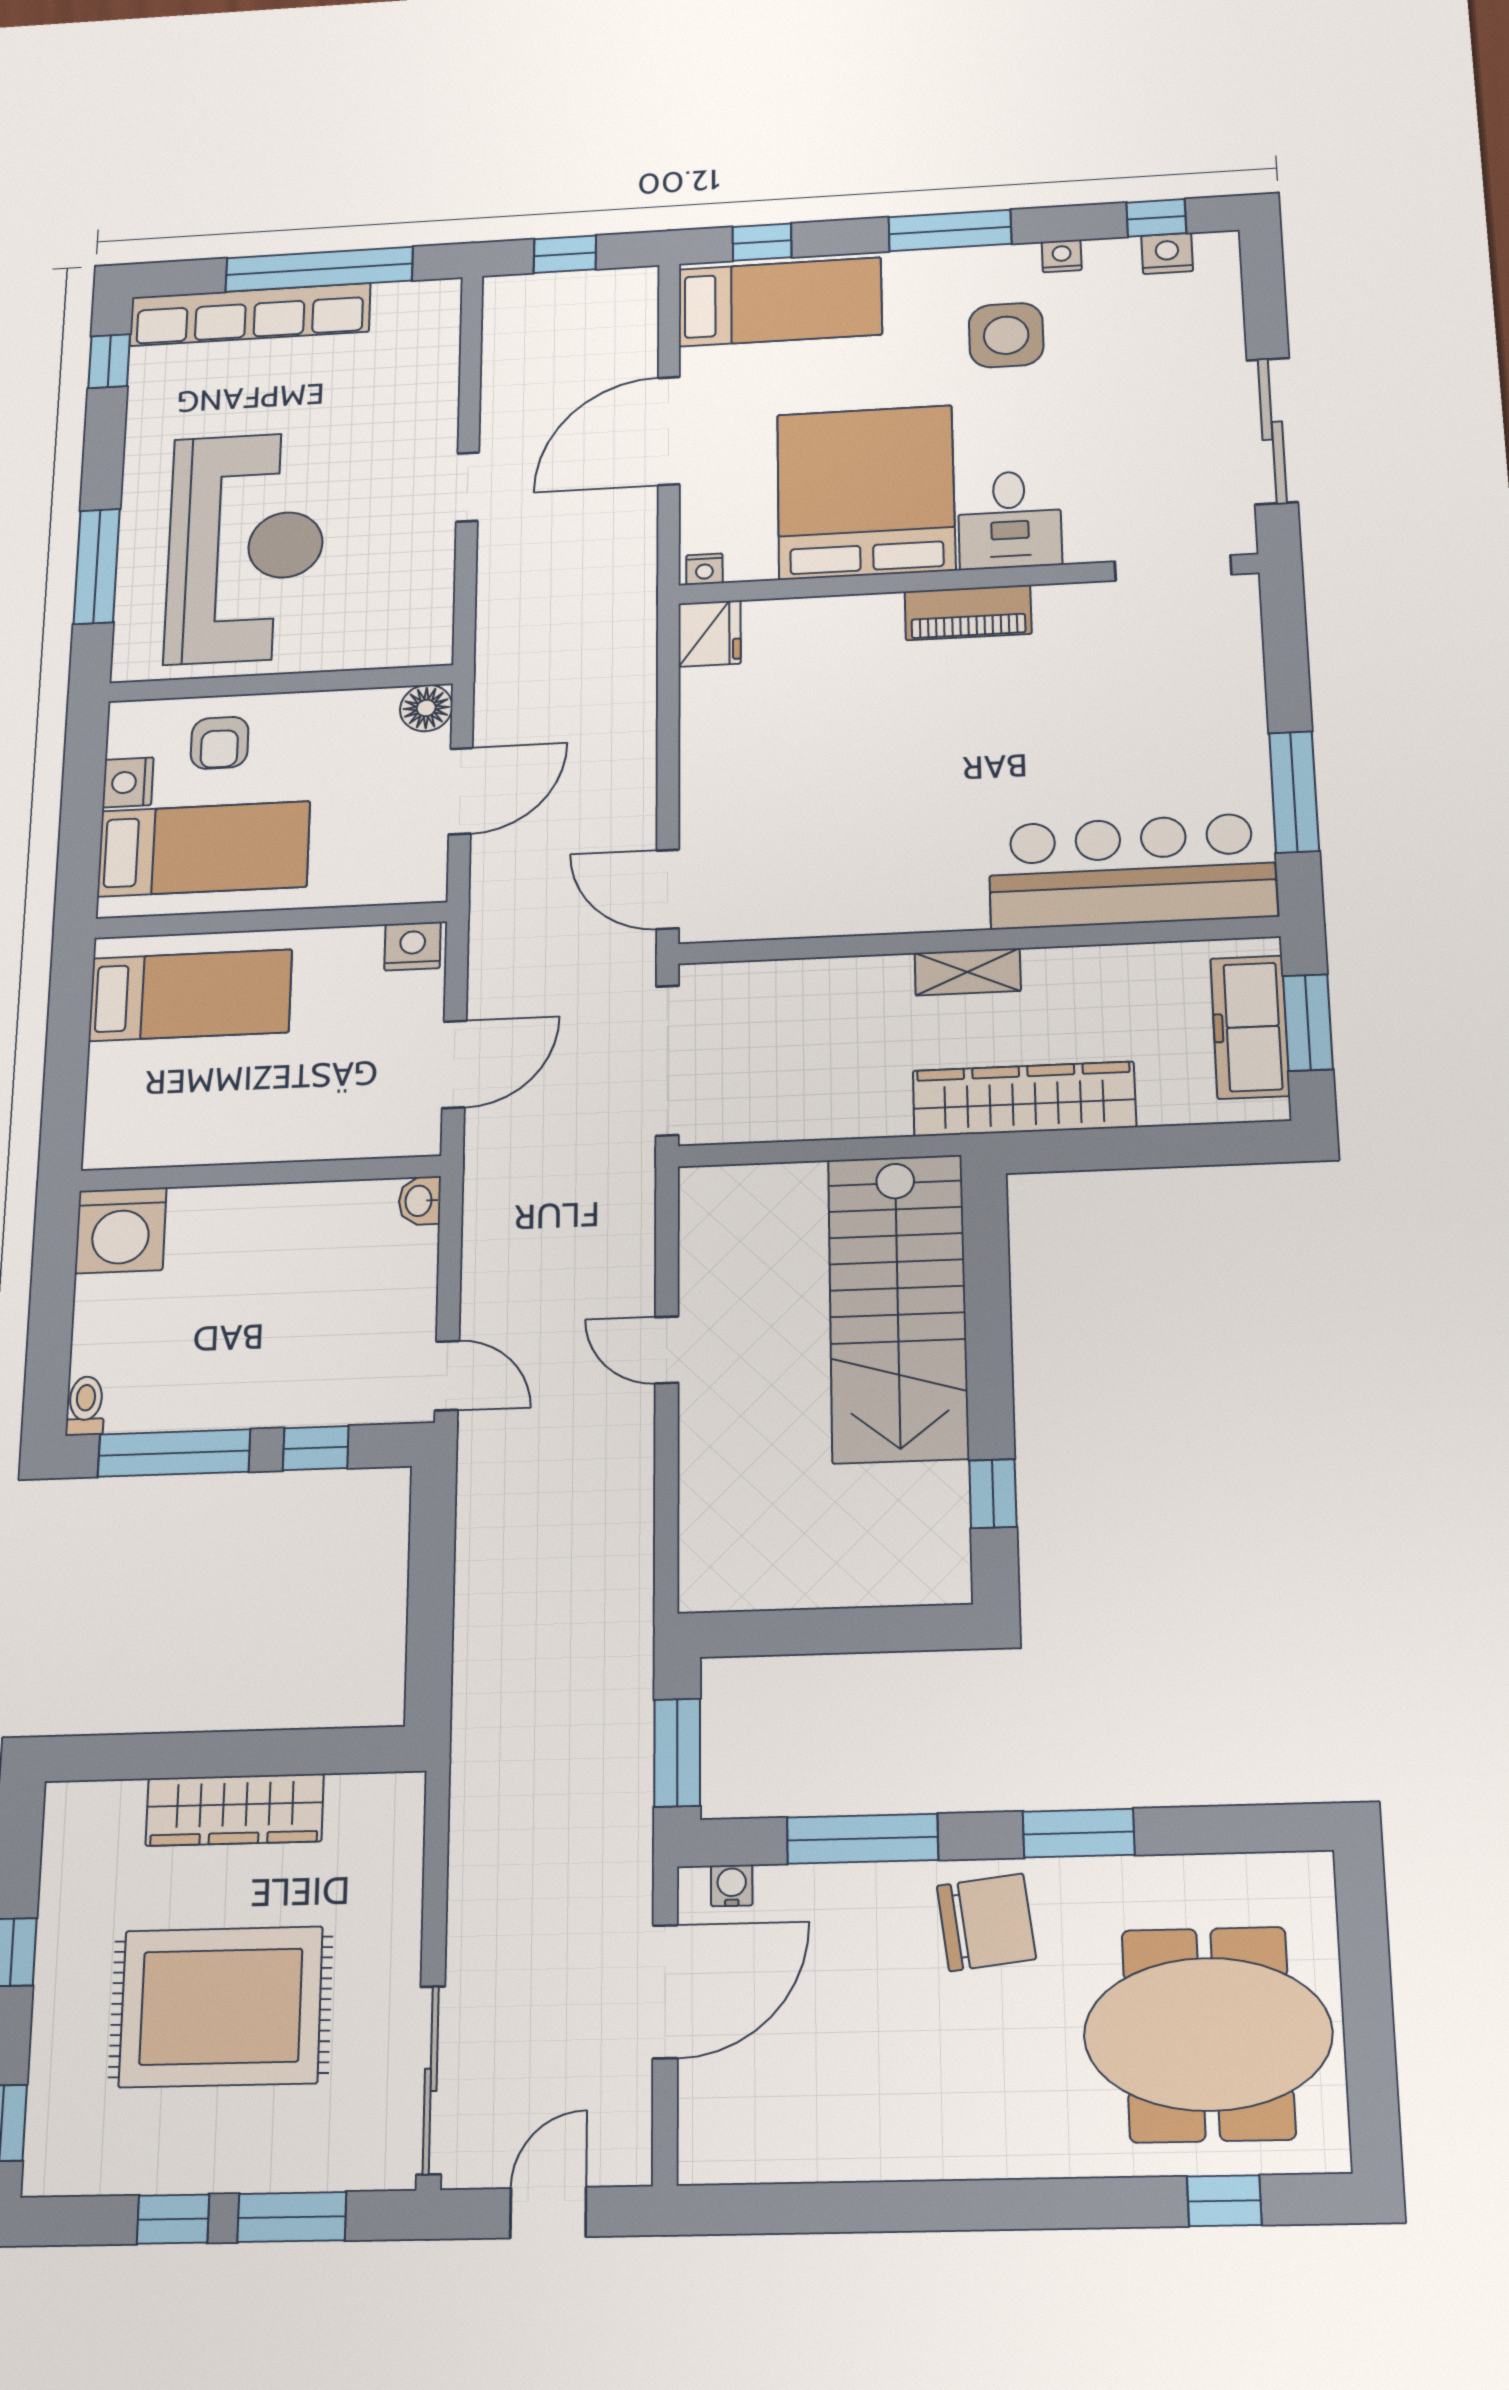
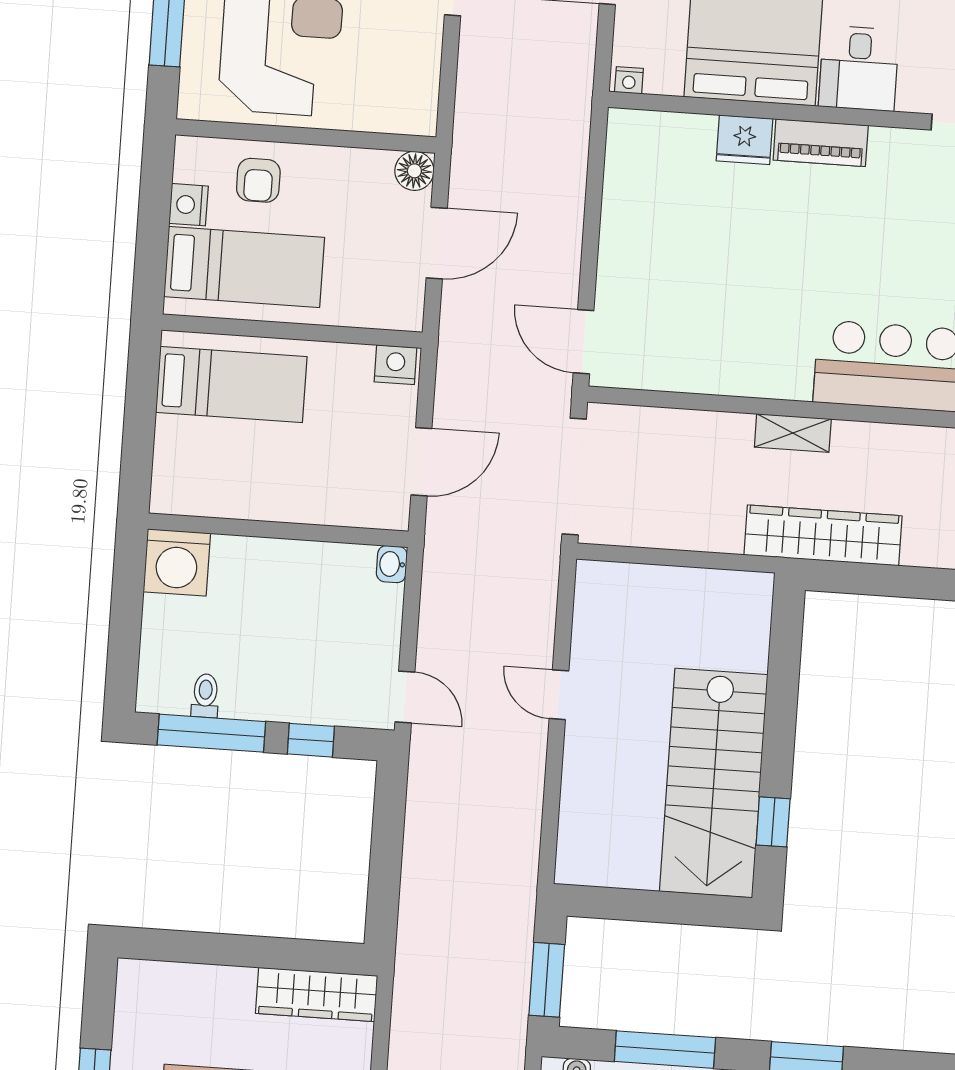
fridge: (710, 634) -> (745, 140), moved, turned 90
stairs: (898, 1307) -> (714, 783), moved
toilet: (86, 1406) -> (205, 696), moved
wardrobe: (235, 1810) -> (317, 994), moved

